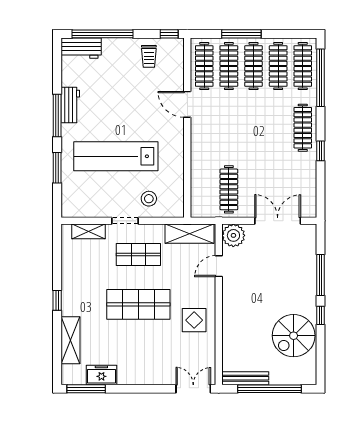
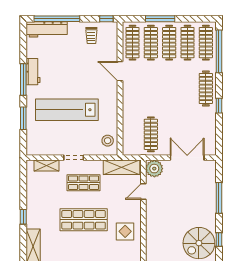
workbench: (81, 48) -> (47, 29), width x1.38
stool: (149, 199) -> (108, 141), moved
window: (321, 315) -> (219, 240), moved

